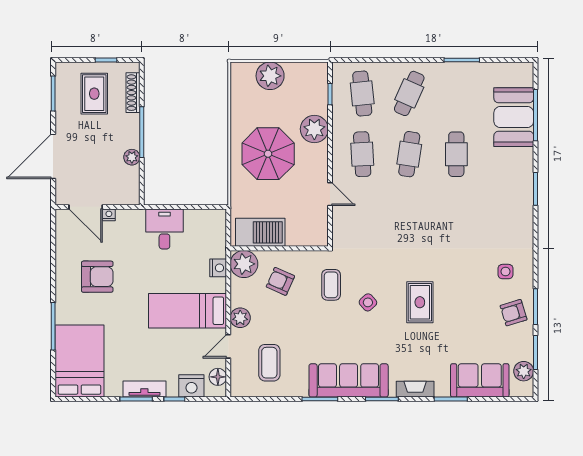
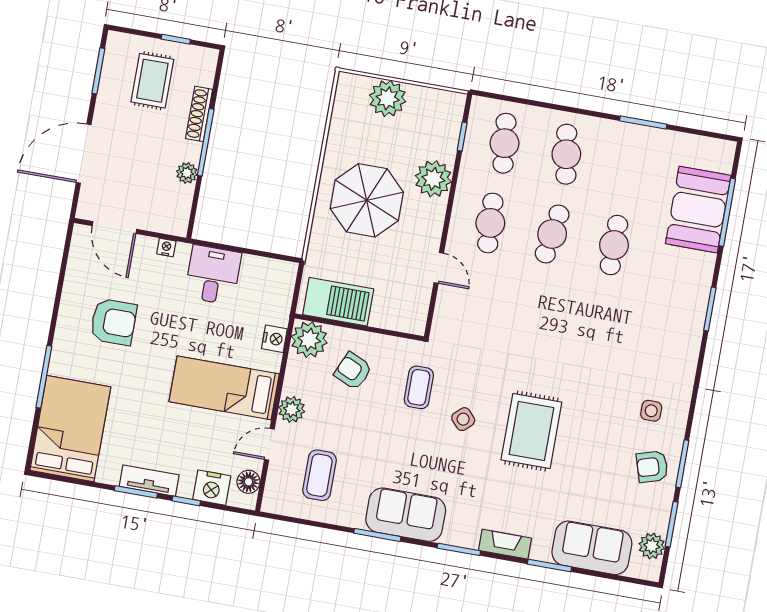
shoe rack: (133, 93) -> (199, 114), moved
cafe table: (409, 93) -> (566, 154), turned -33
nightstand: (109, 215) -> (166, 247), moved
rug: (420, 302) -> (531, 431), width x1.36, depth x1.43
sofa: (349, 380) -> (406, 515), width x0.73

